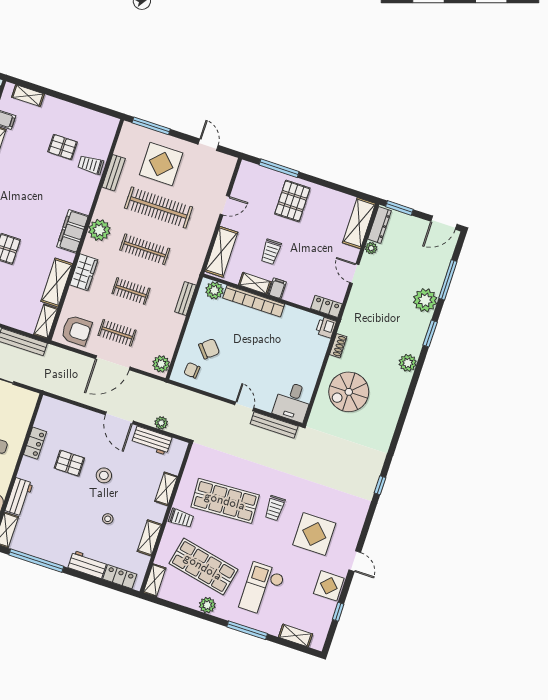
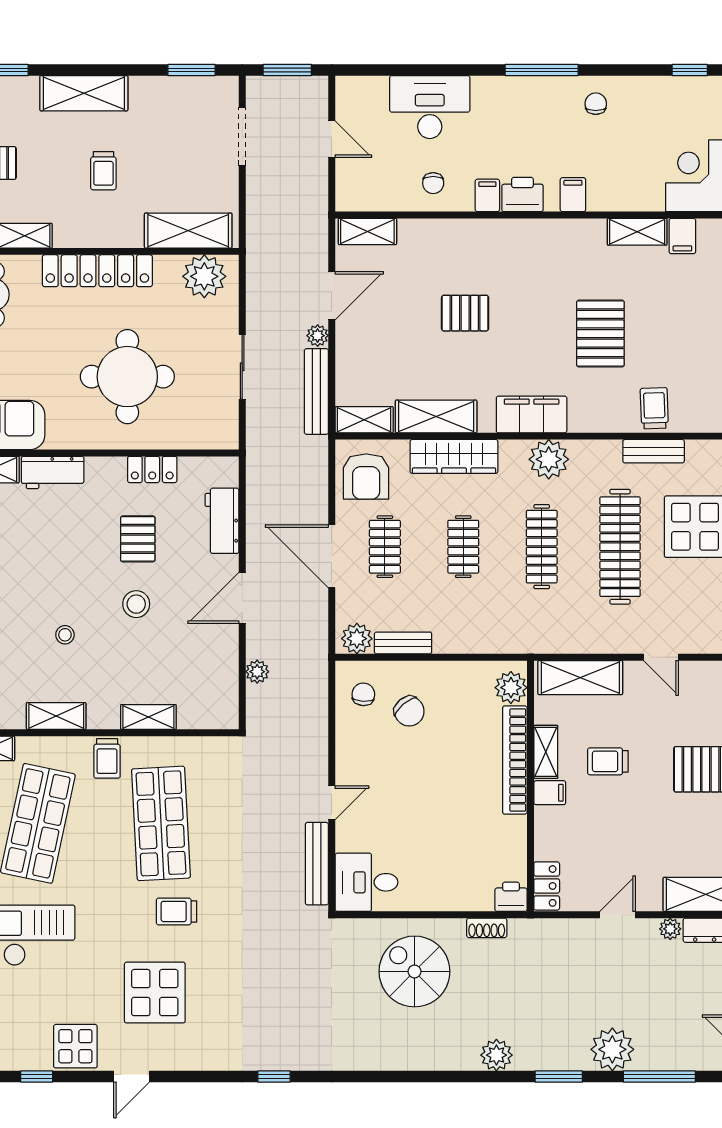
pallet: (63, 147) -> (600, 334), moved, width x1.50, depth x1.42
wardrobe: (84, 272) -> (454, 456), width x1.50
bench: (185, 298) -> (403, 643), moved
workbench: (152, 441) -> (222, 521), moved

